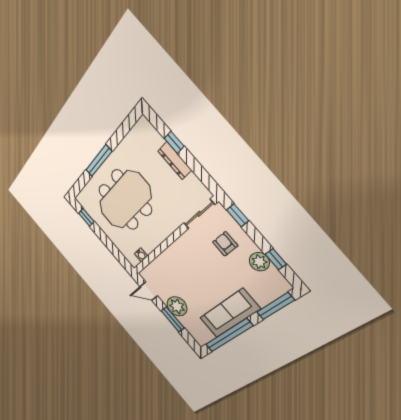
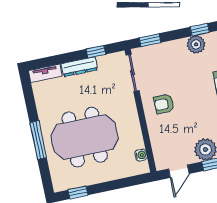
tv unit: (150, 131) -> (45, 73), added
window: (174, 142) -> (96, 52), moved
meeting table: (125, 200) -> (85, 137), turned 90
armchair: (225, 244) -> (164, 104), moved

